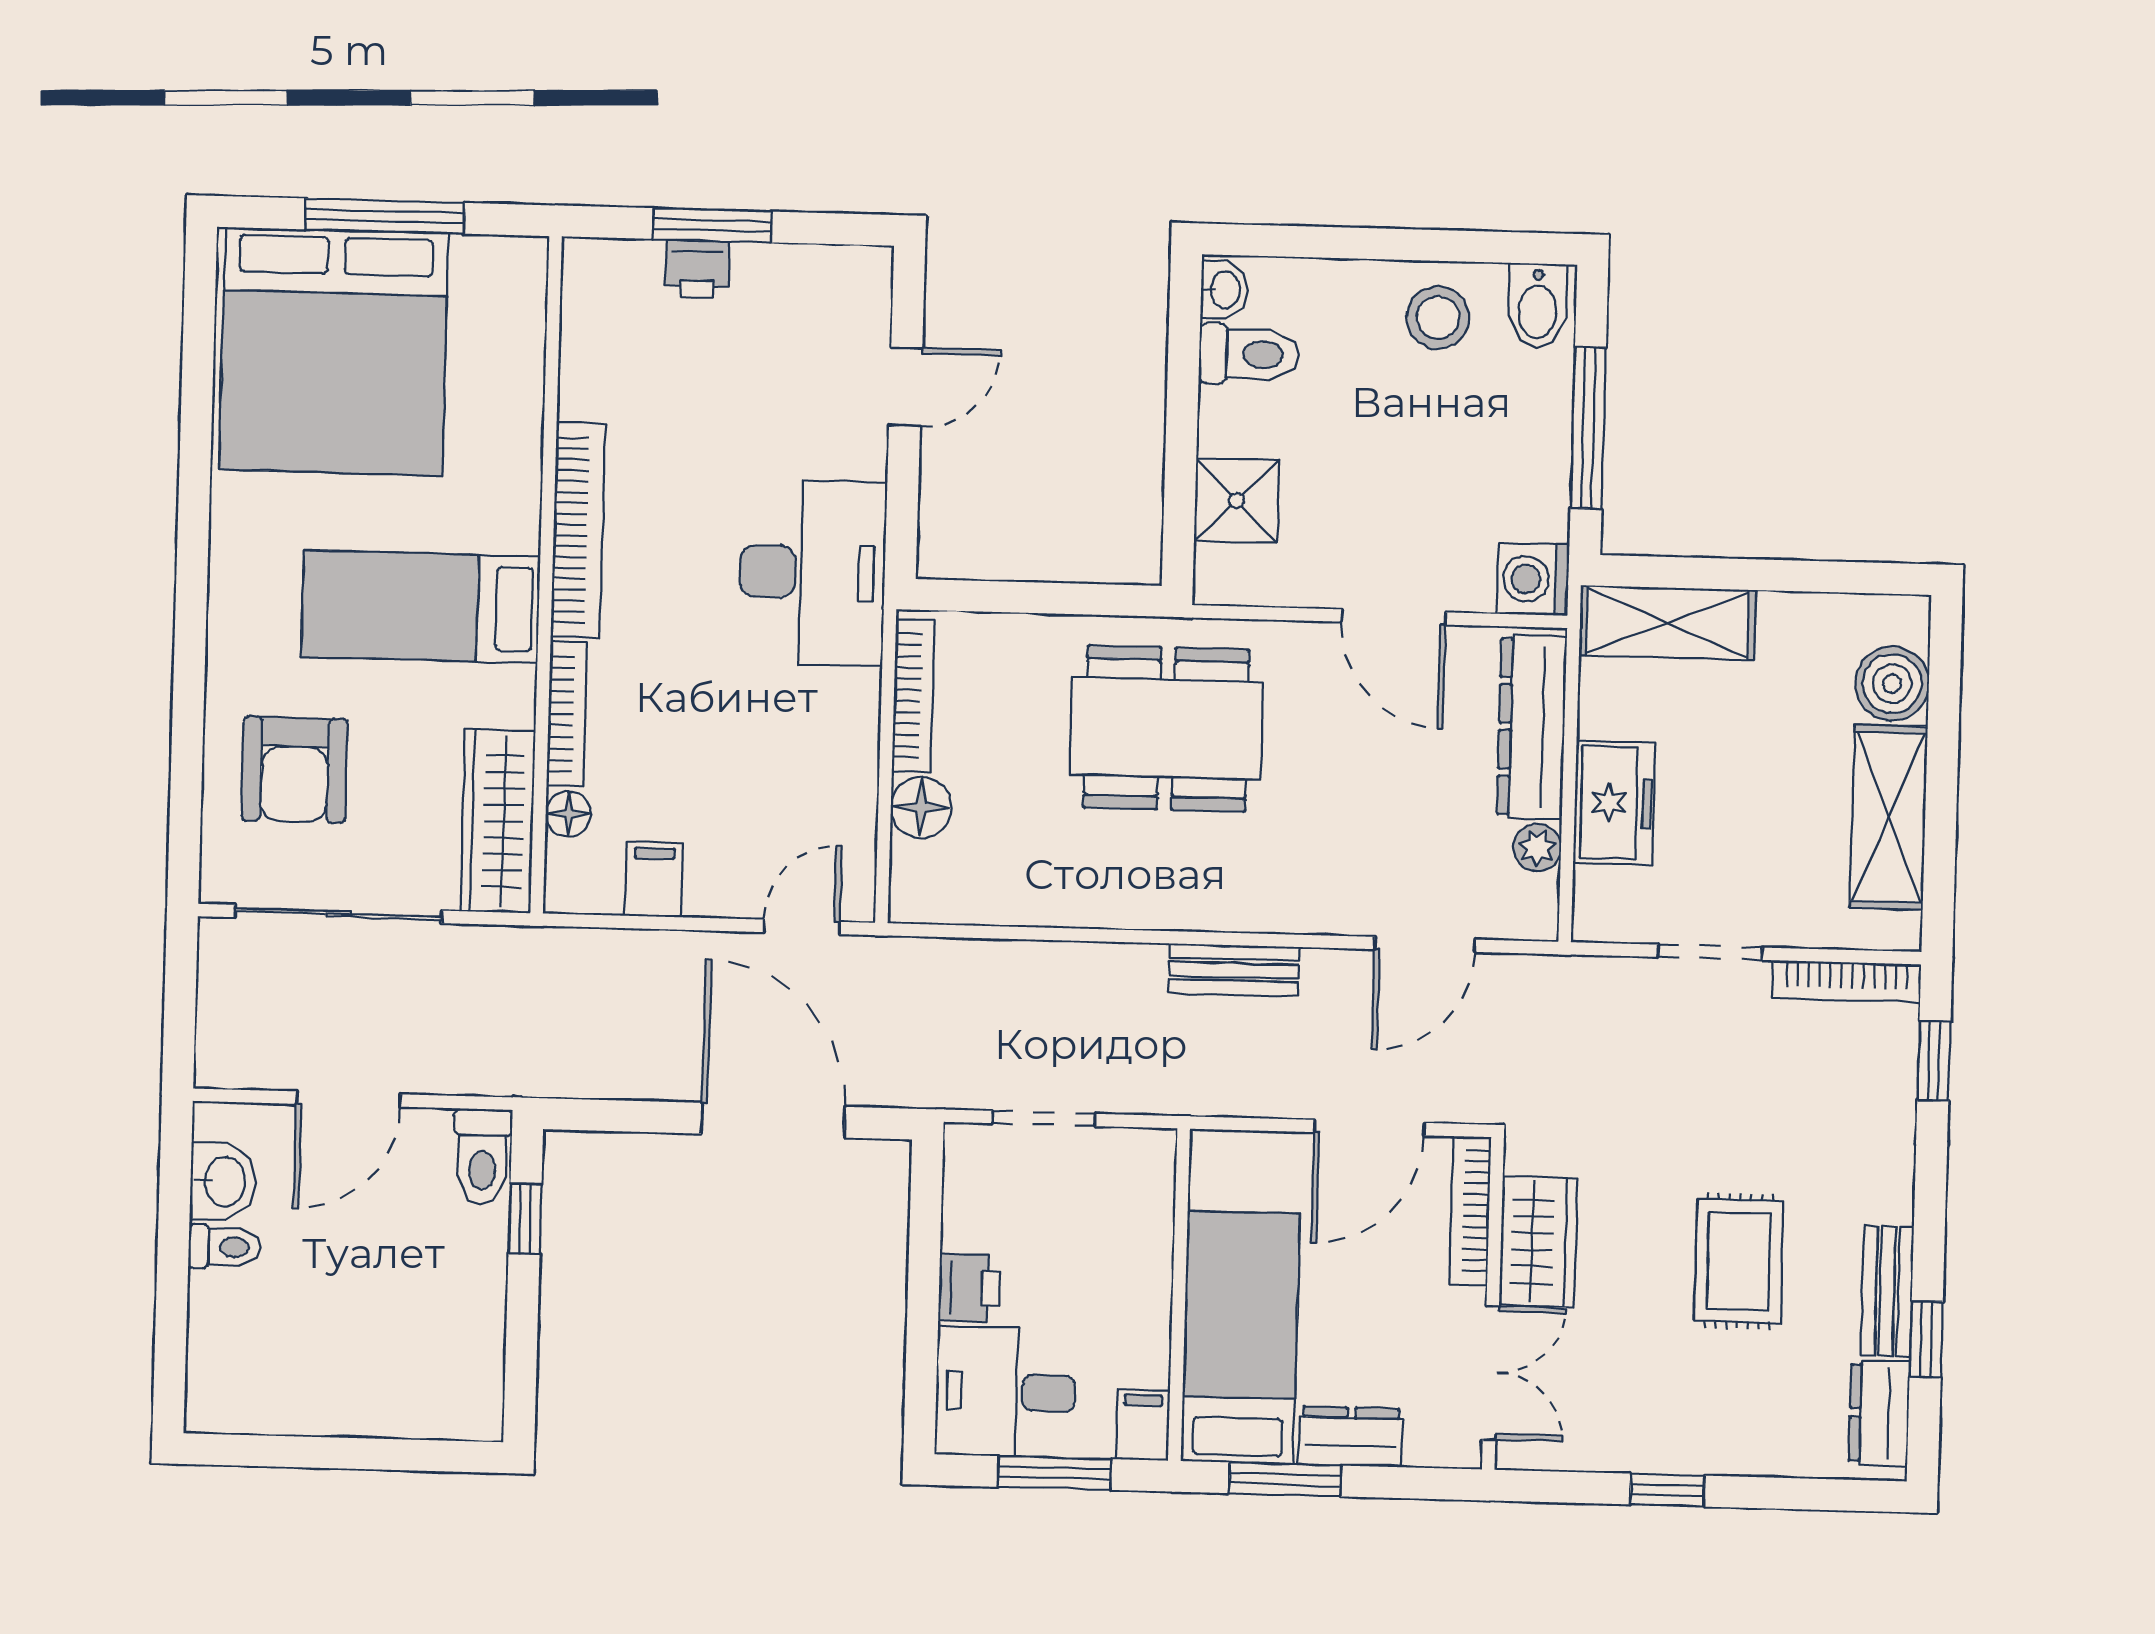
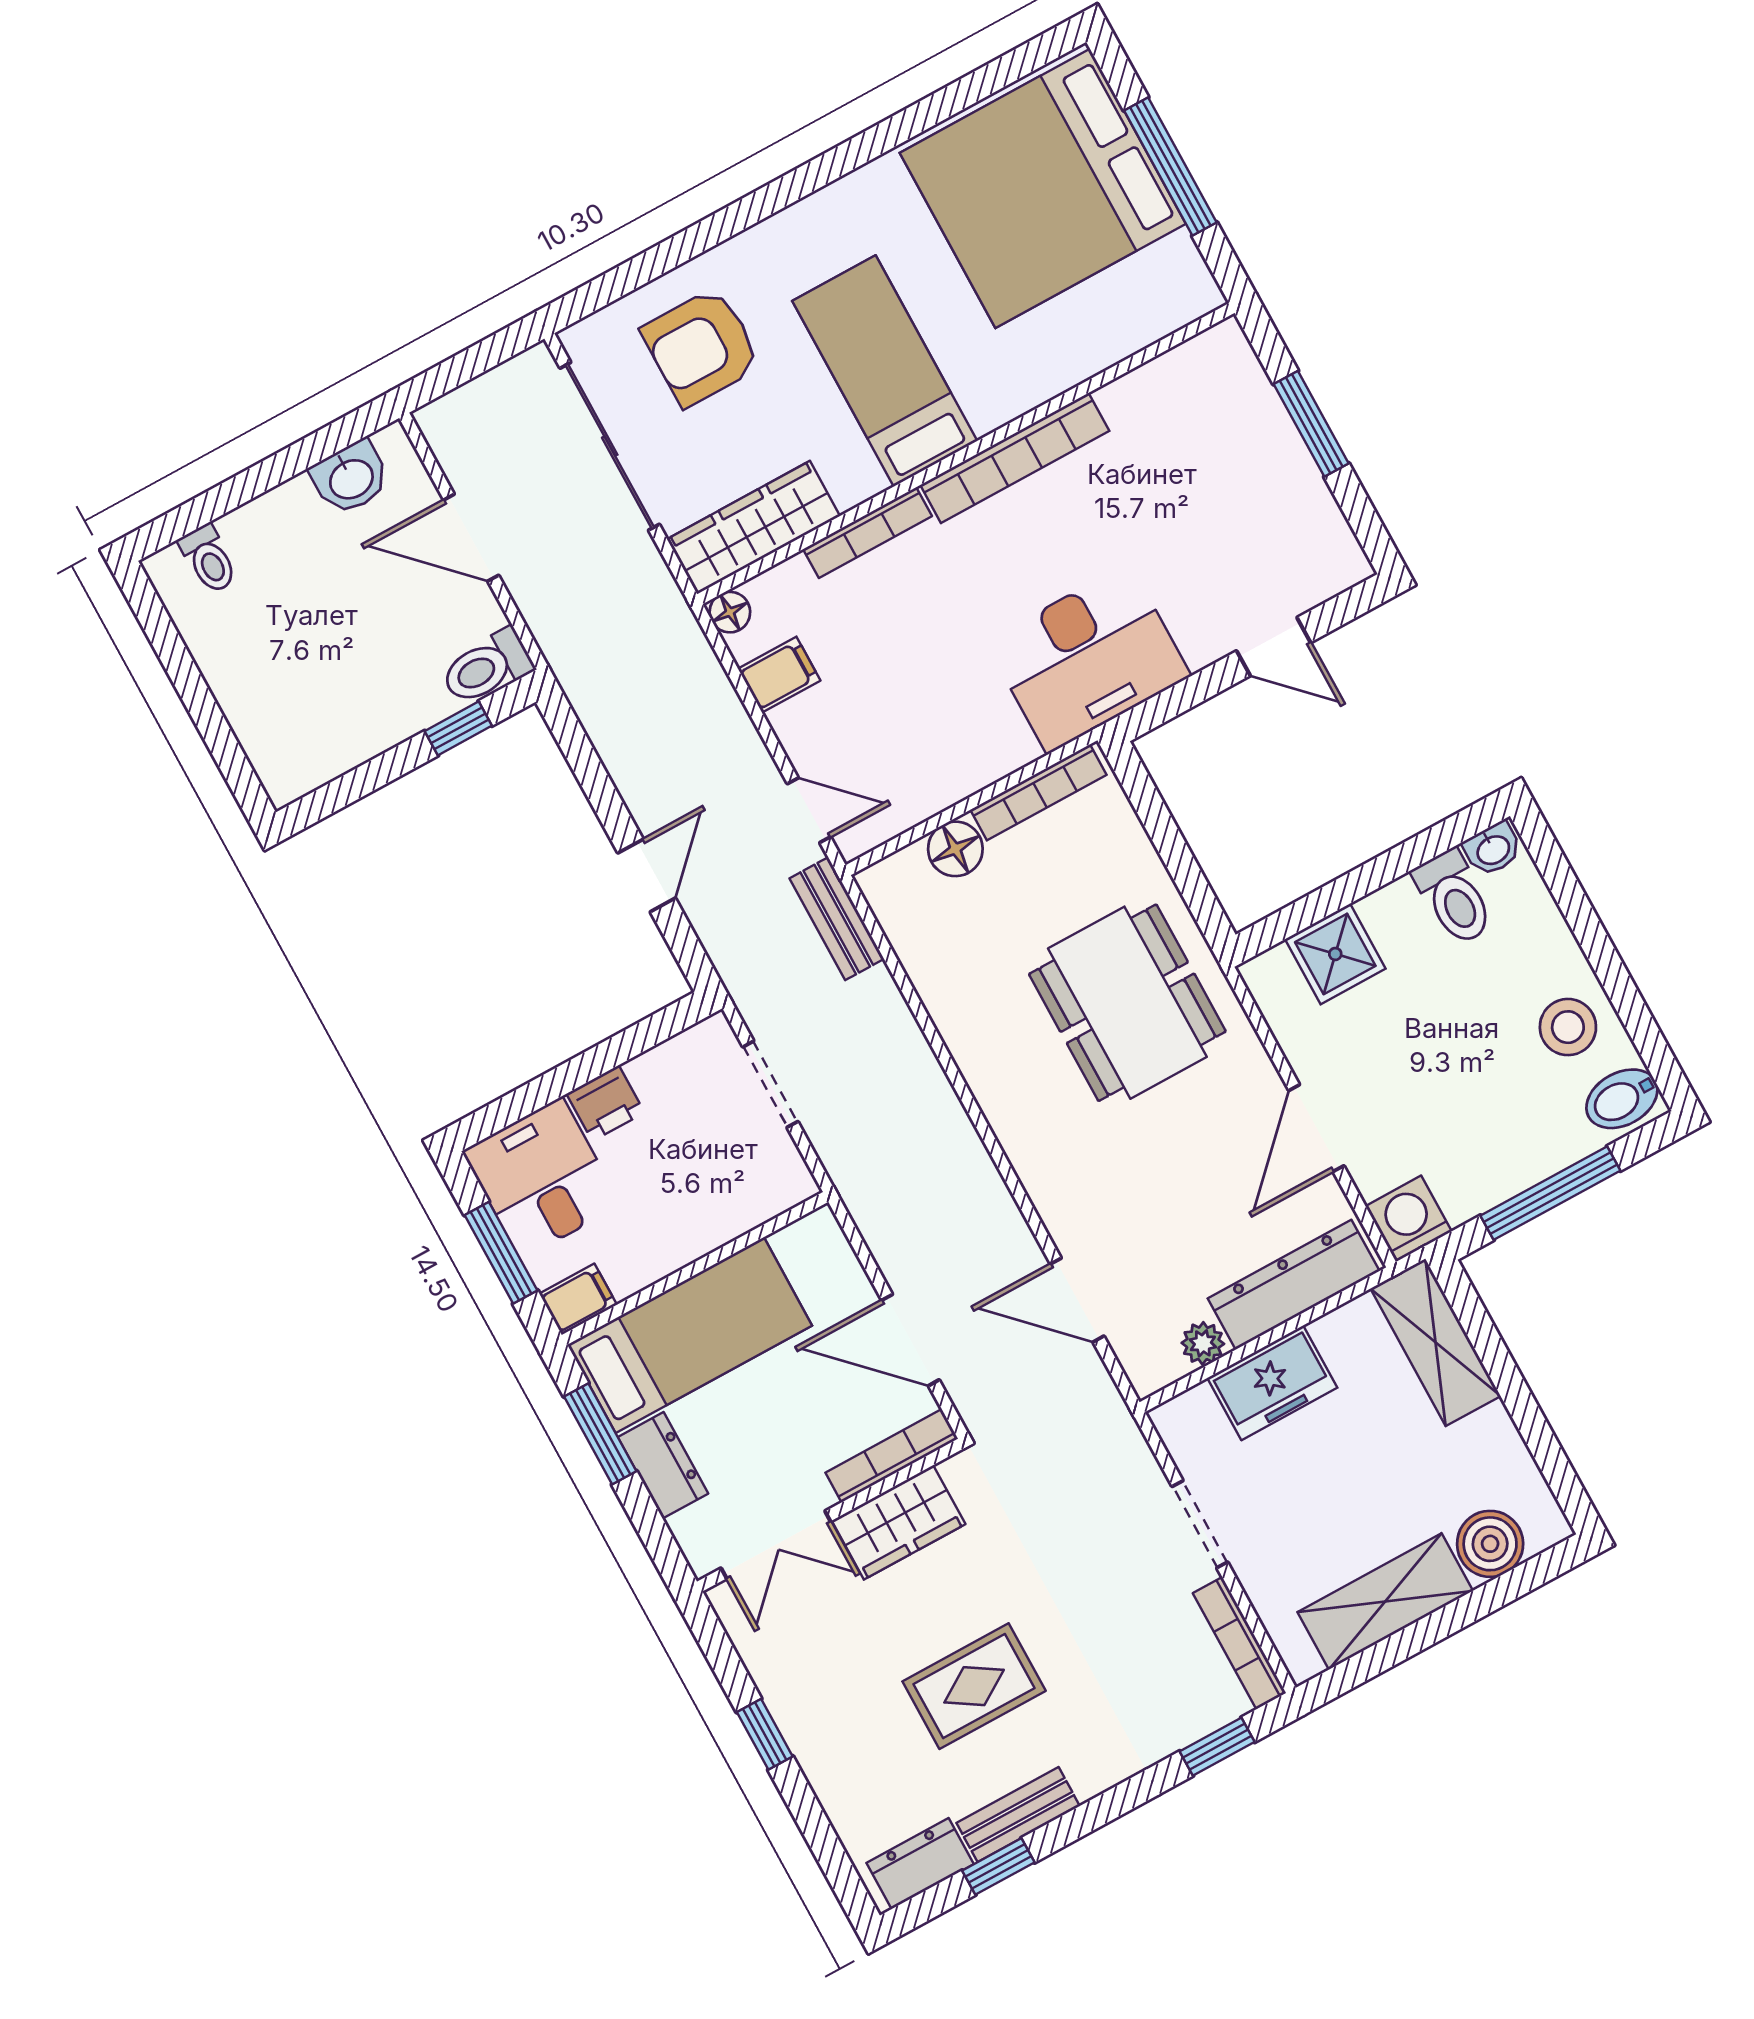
printer: (697, 269) -> (1271, 432), removed
floor lamp: (568, 814) -> (730, 612), moved
bench: (1234, 970) -> (837, 919), moved
door: (773, 1120) -> (647, 876), width x0.53
toilet: (224, 1247) -> (209, 559), moved

